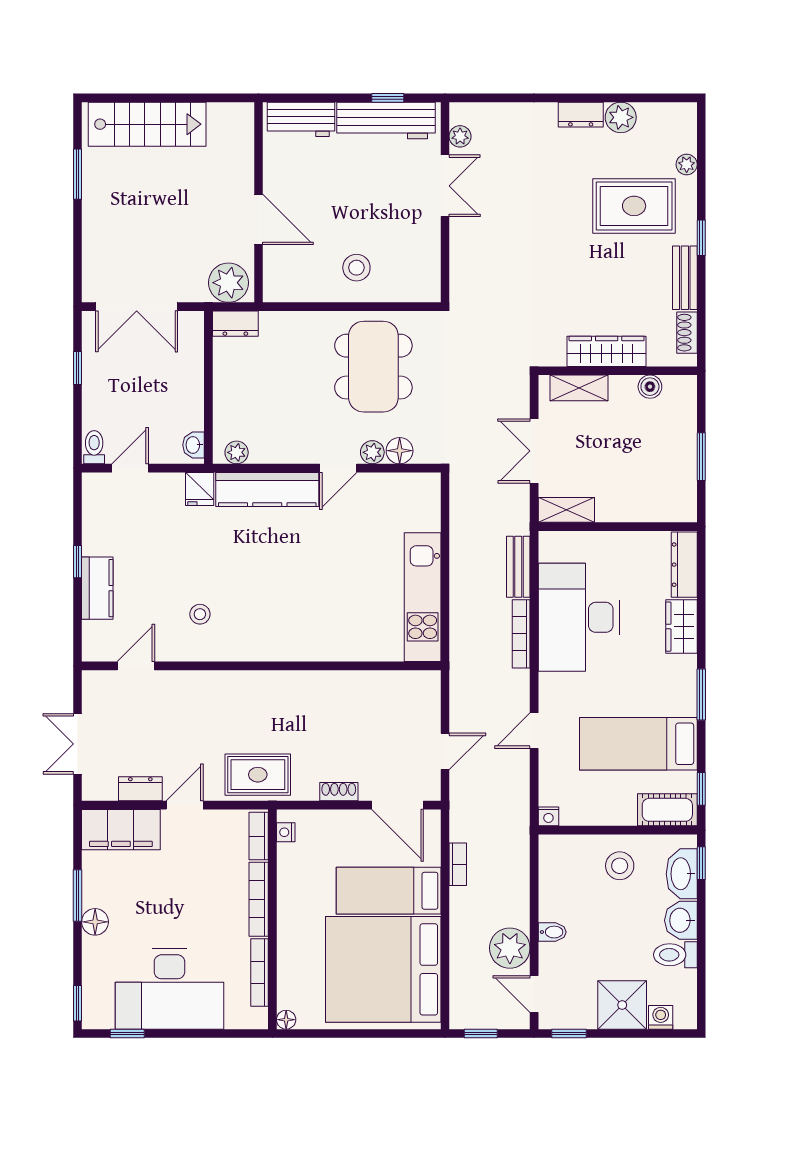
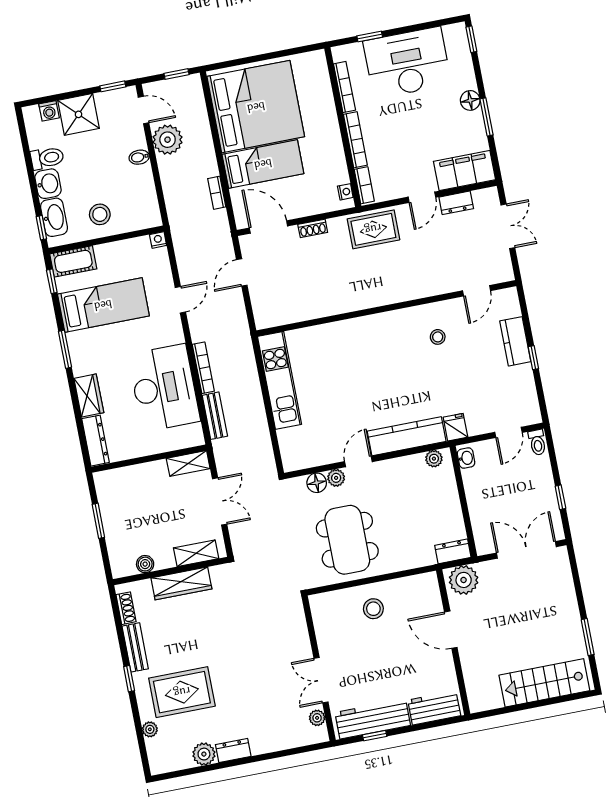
floor lamp: (286, 1020) -> (319, 57), removed
window: (127, 1033) -> (370, 36), moved

